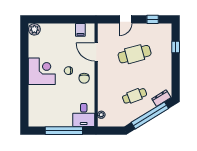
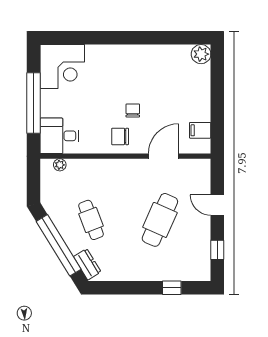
cafe table: (135, 54) -> (160, 220), turned 39
corner desk: (42, 71) -> (62, 67), moved

